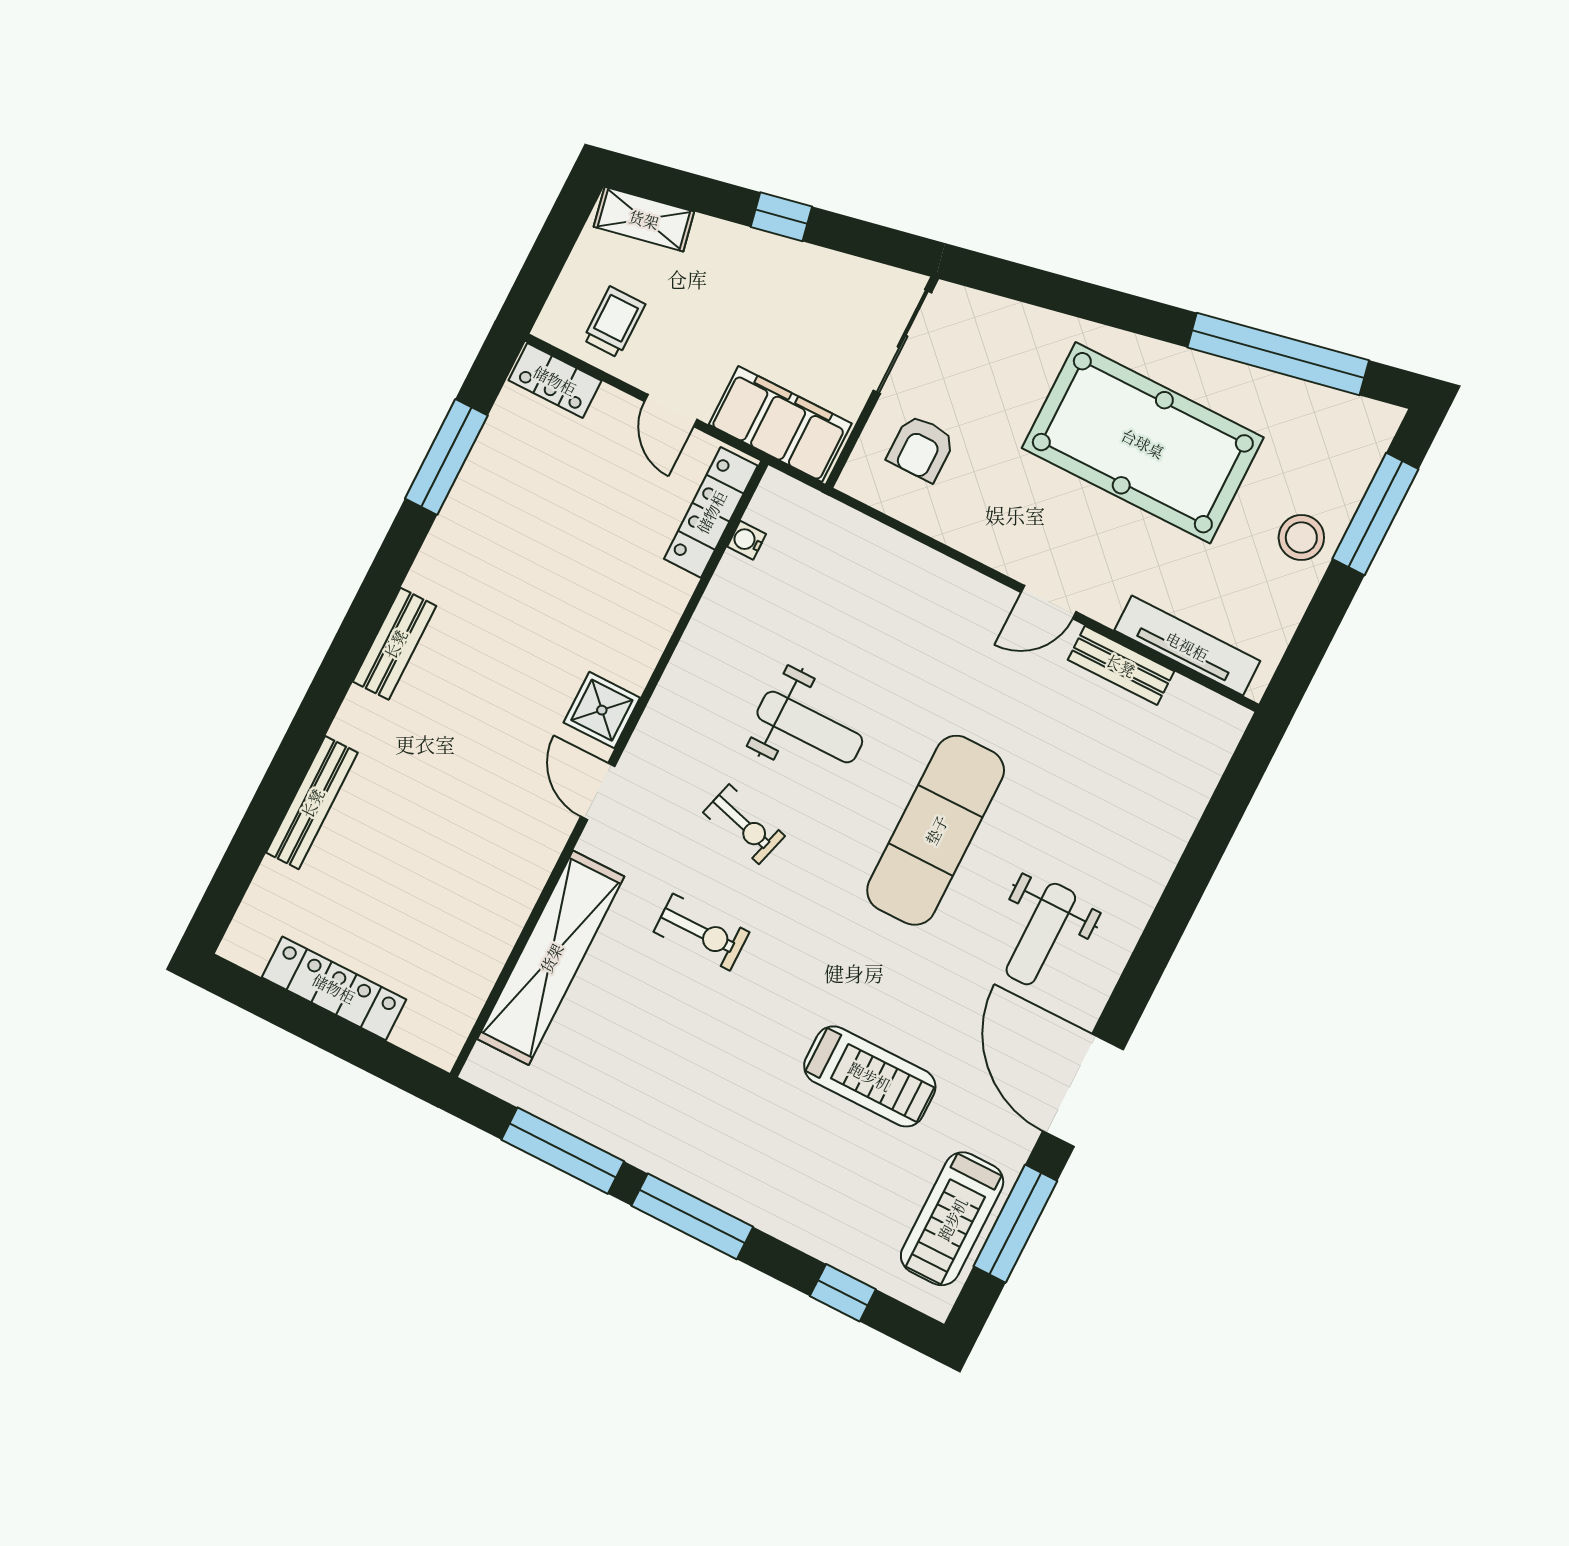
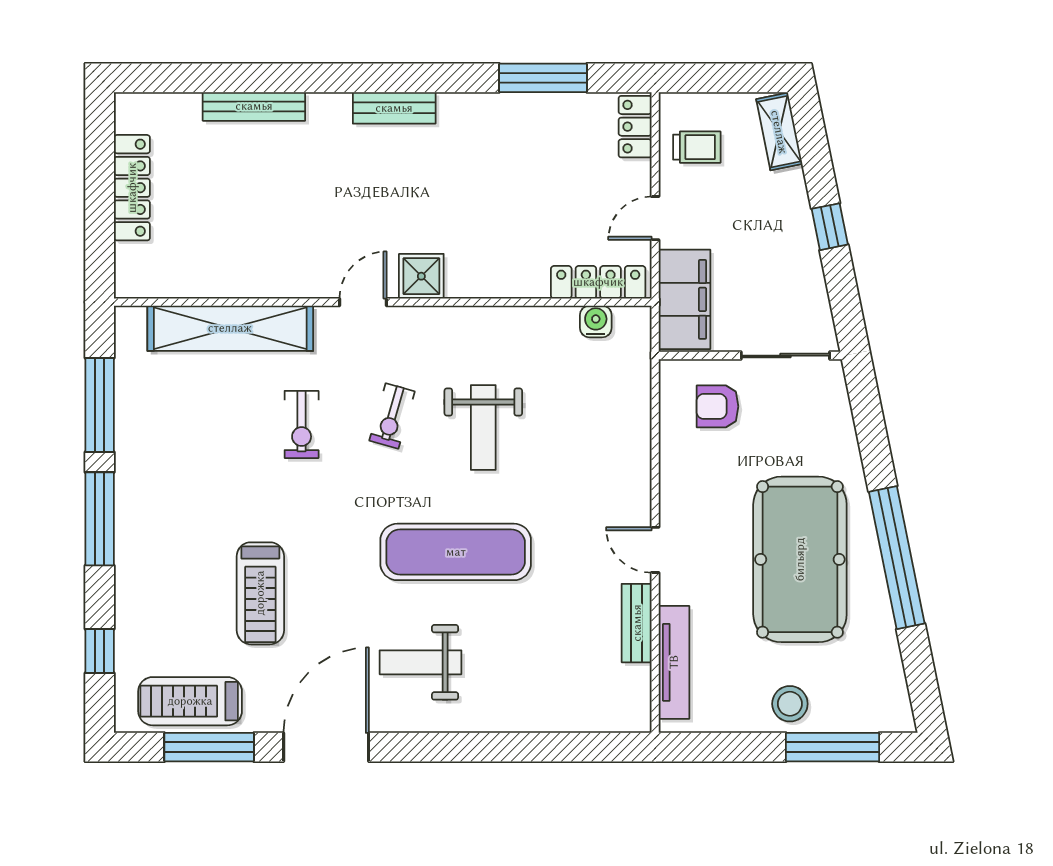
window: (1278, 354) -> (897, 558), moved
water cooler: (747, 540) -> (596, 321), width x1.38, depth x1.38

